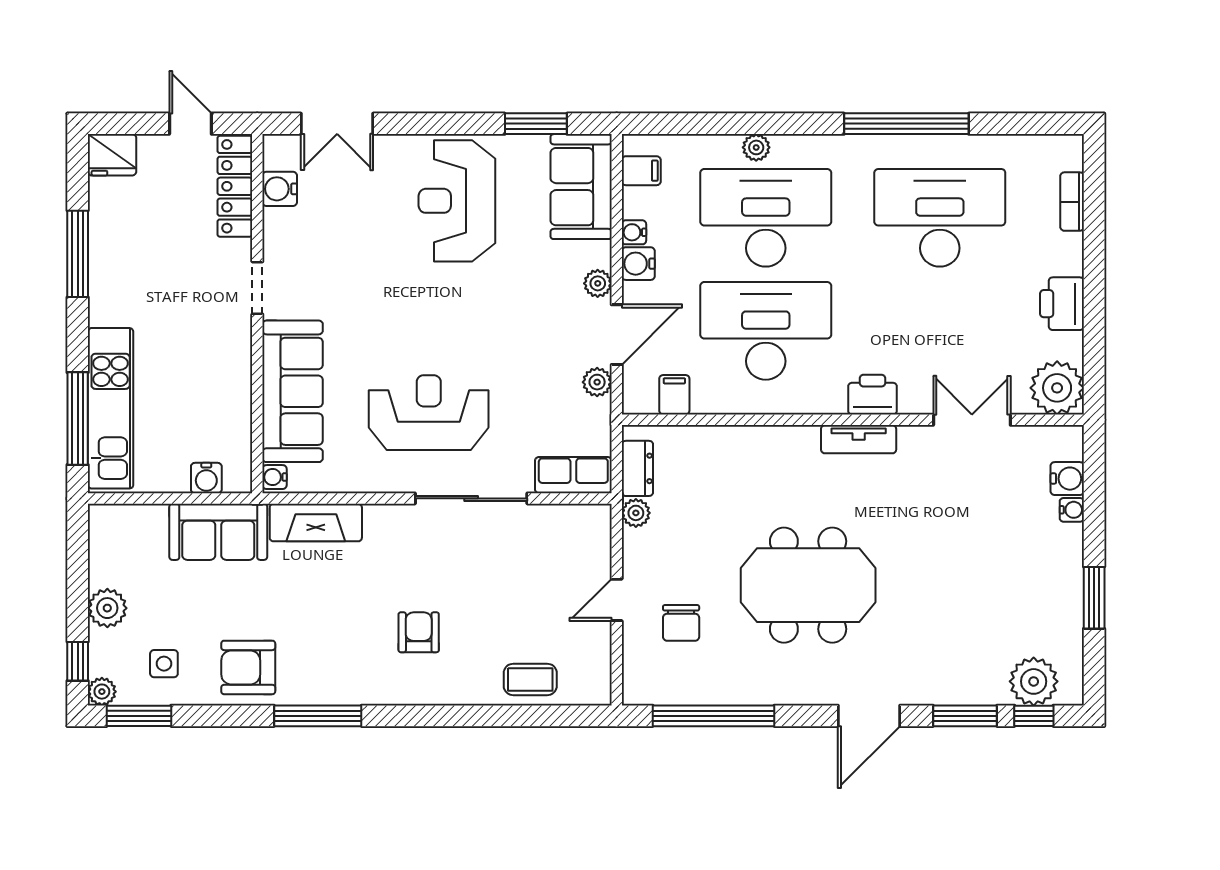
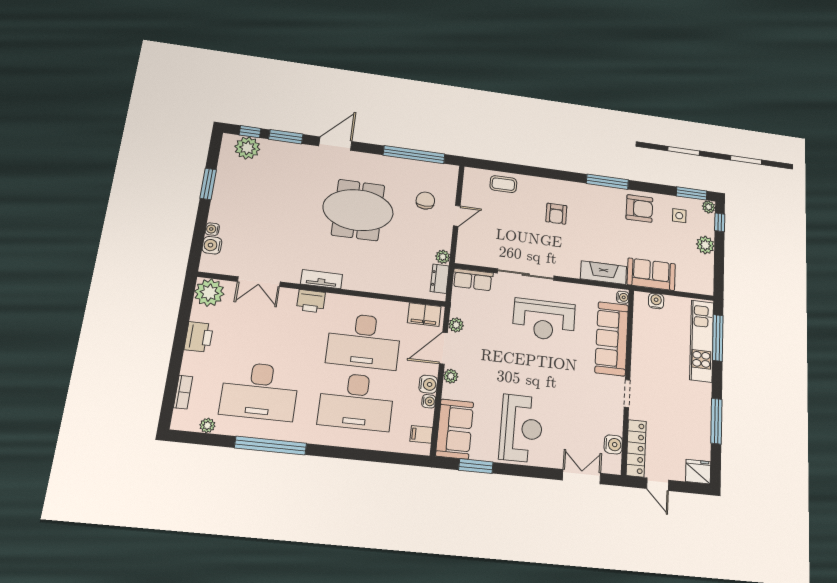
plant: (756, 147) -> (207, 425), moved
filing cabinet: (674, 395) -> (424, 315), width x2.00

